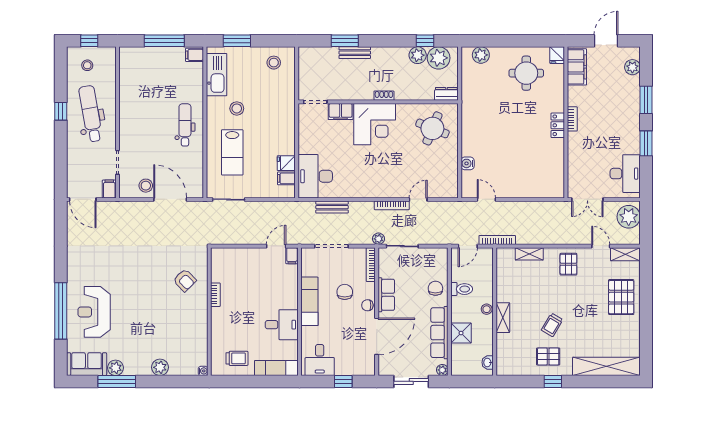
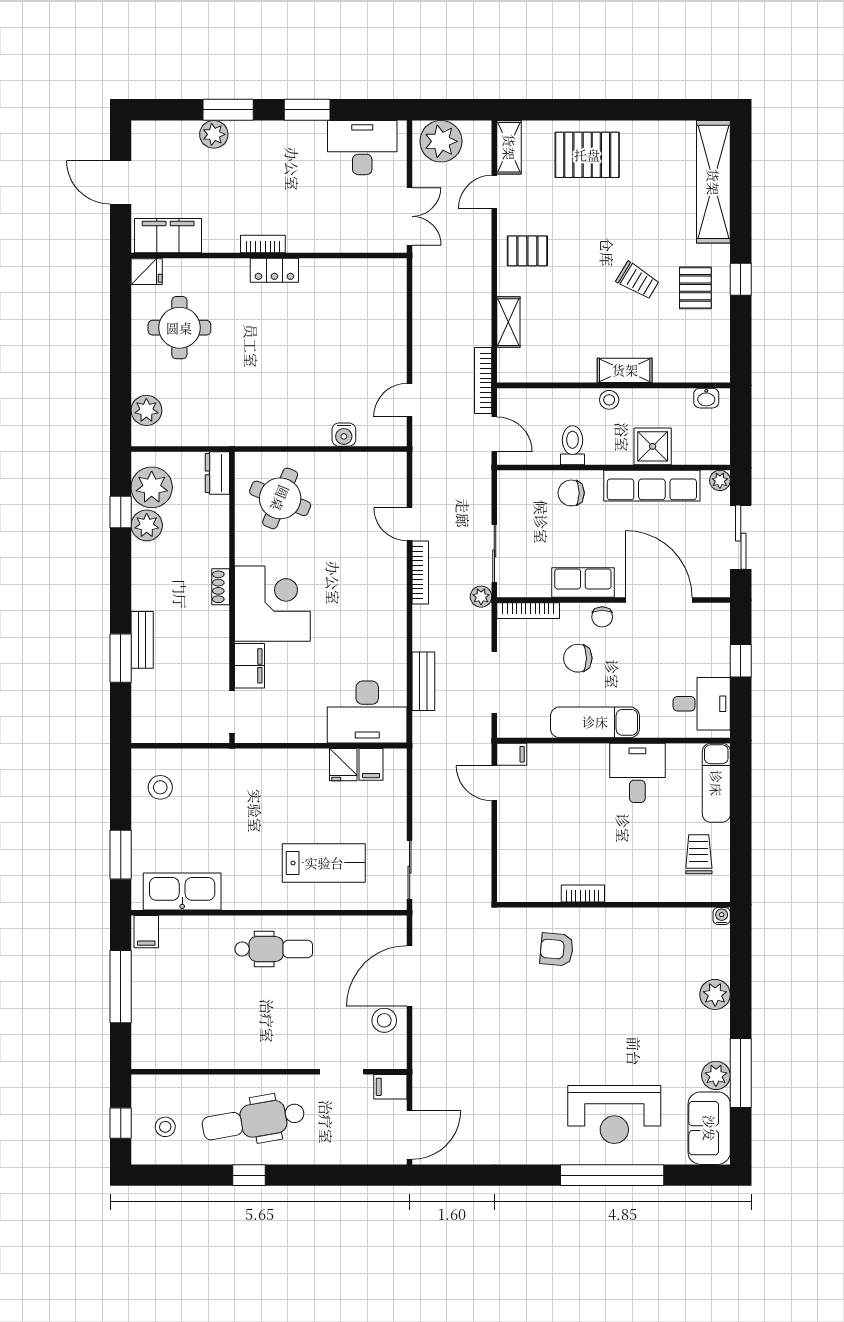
plant: (632, 67) -> (214, 134), moved
stool: (237, 108) -> (244, 855), removed
dental chair: (185, 125) -> (274, 949), turned 180
armchair: (185, 280) -> (557, 949), turned -130

